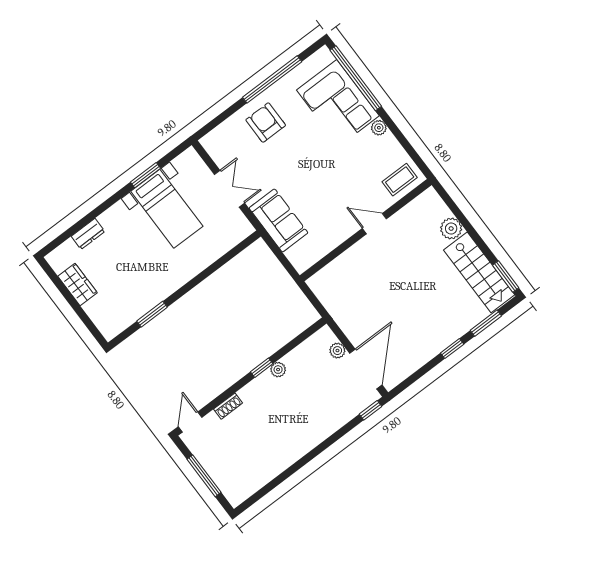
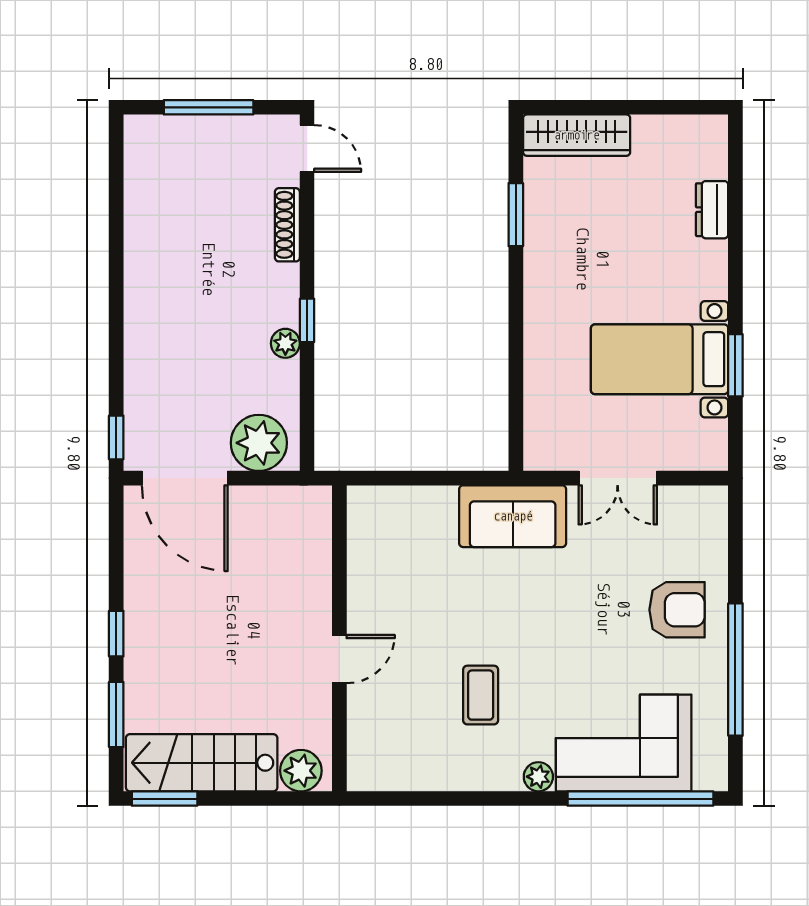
coffee table: (400, 180) -> (481, 695), moved
door: (374, 224) -> (339, 659), moved
wall: (366, 230) -> (339, 638), moved
wardrobe: (77, 284) -> (577, 135), moved, width x1.50
plant: (337, 351) -> (259, 443), width x1.88, depth x1.88
shoe rack: (228, 406) -> (287, 225), width x1.43

